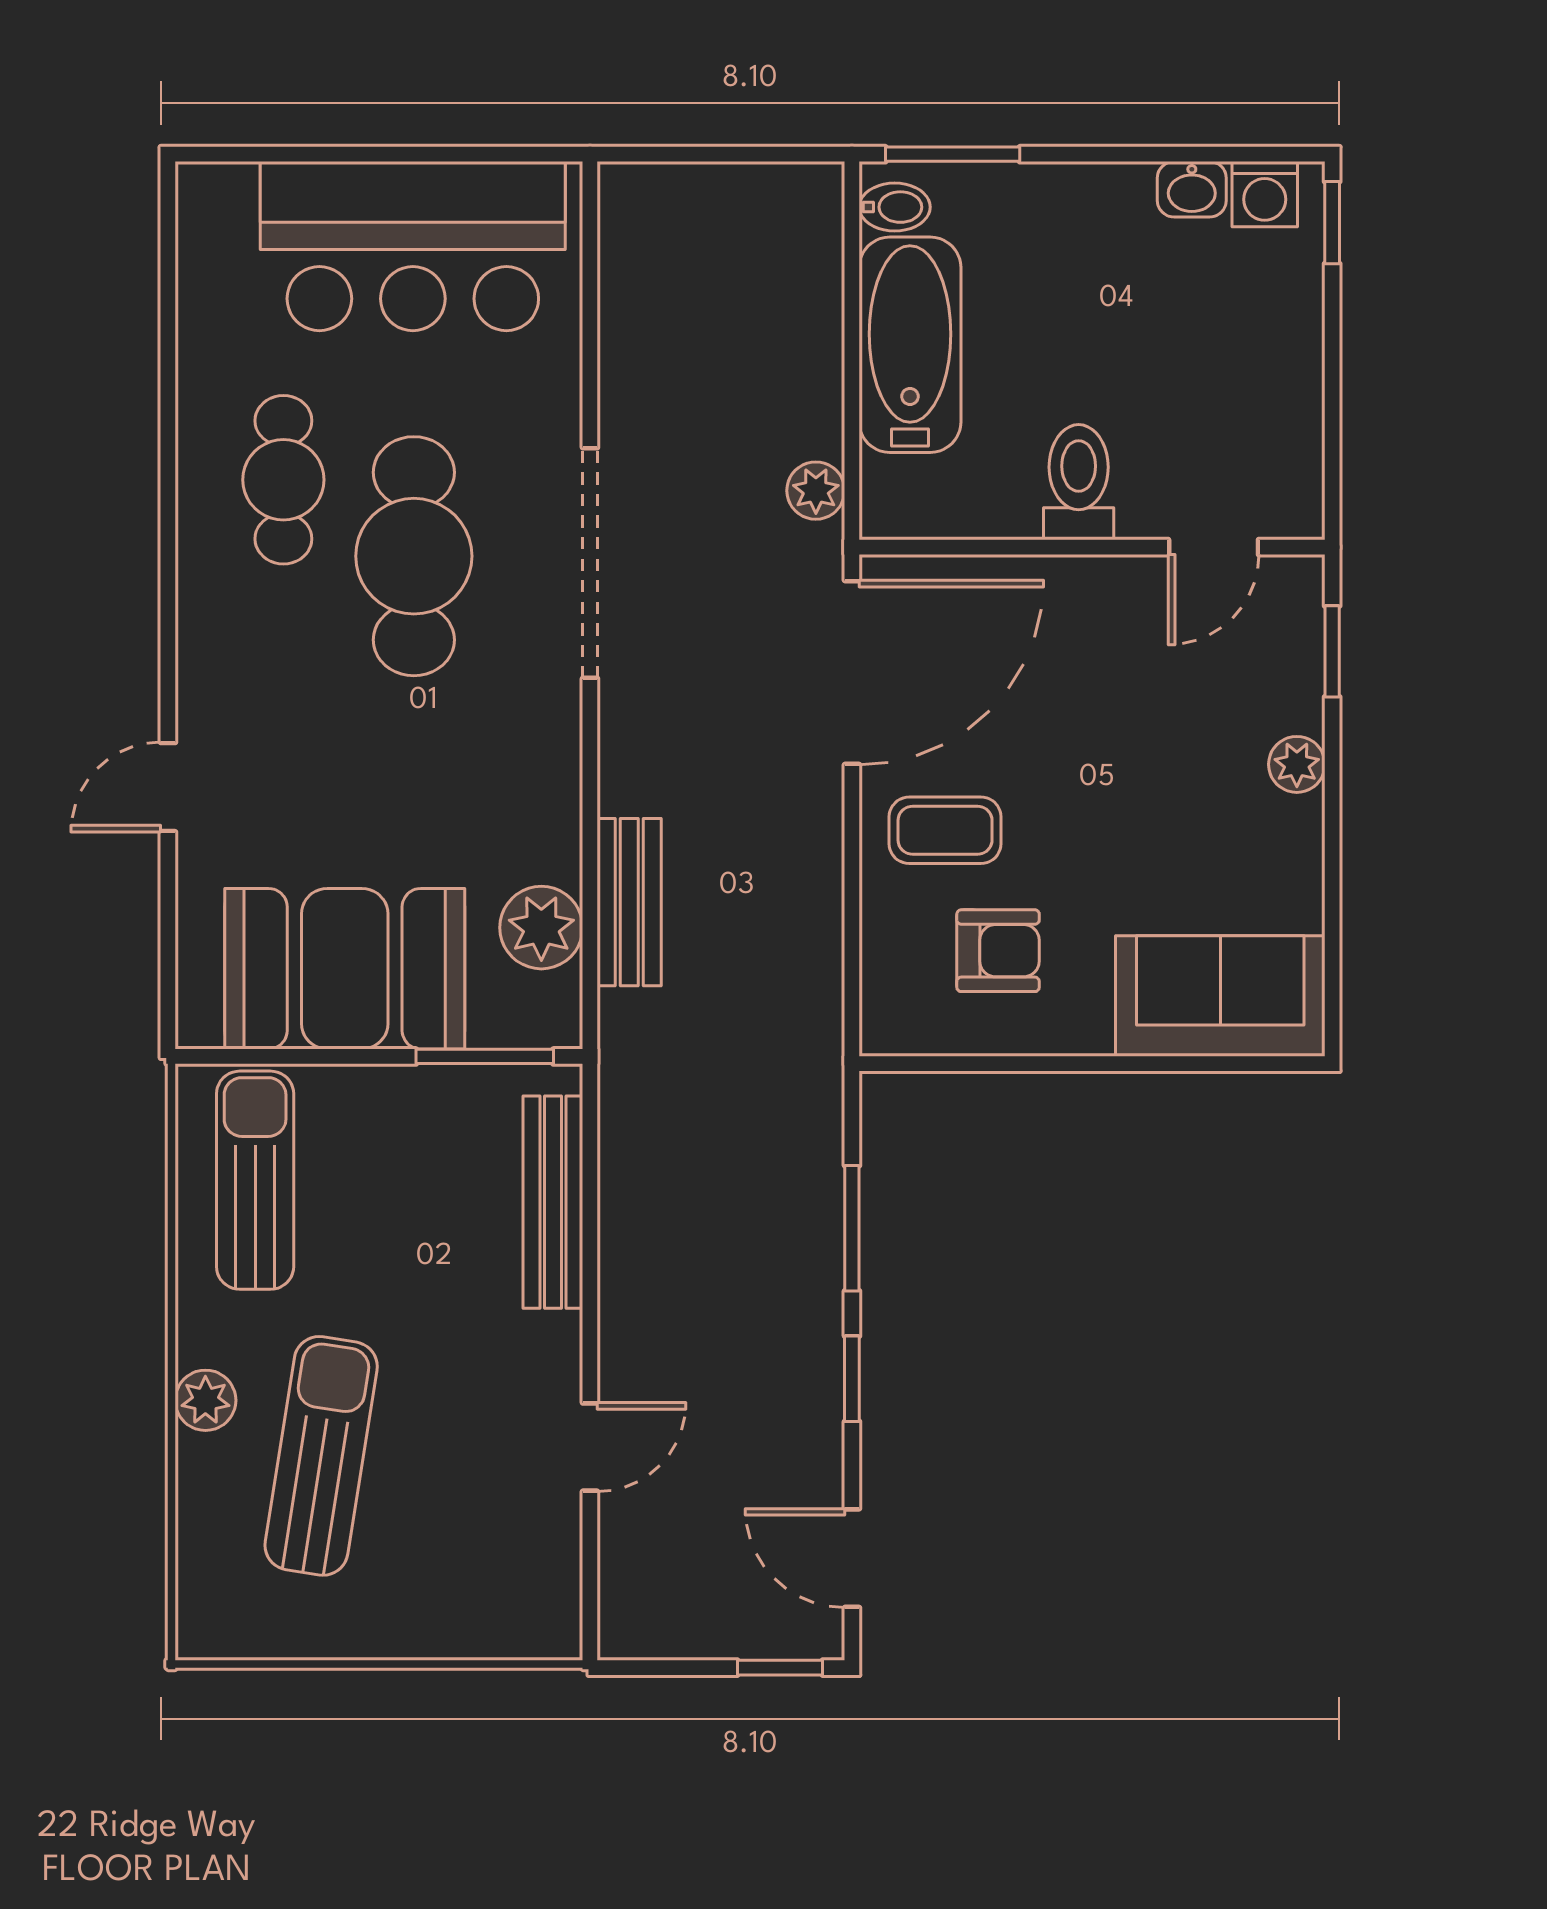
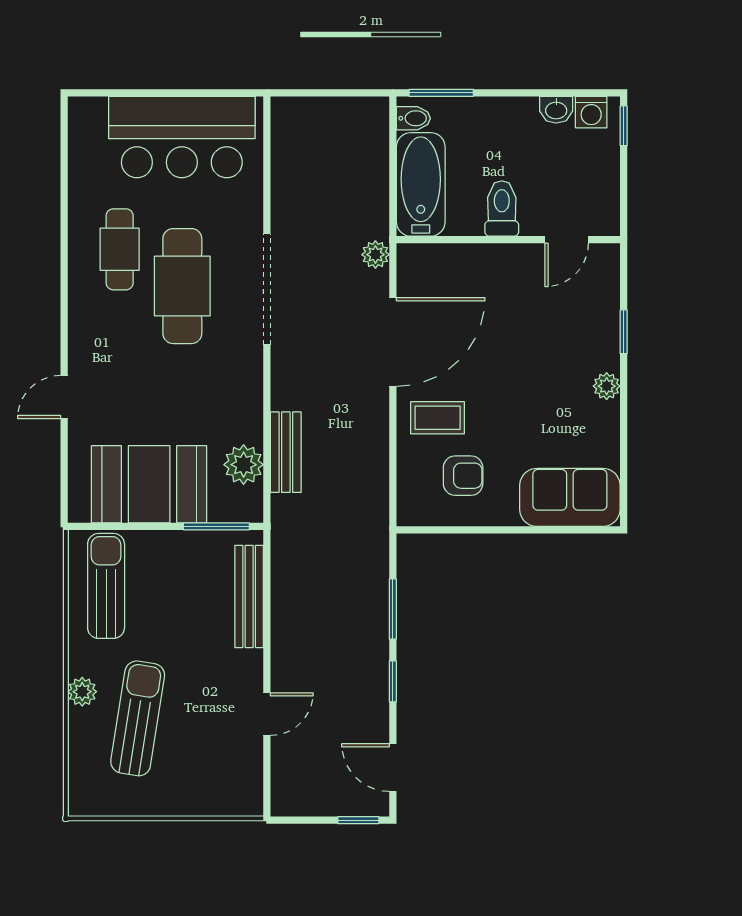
toilet: (1079, 482) -> (502, 209), moved
wall: (1092, 547) -> (508, 240), moved
door: (1214, 547) -> (567, 240), moved

